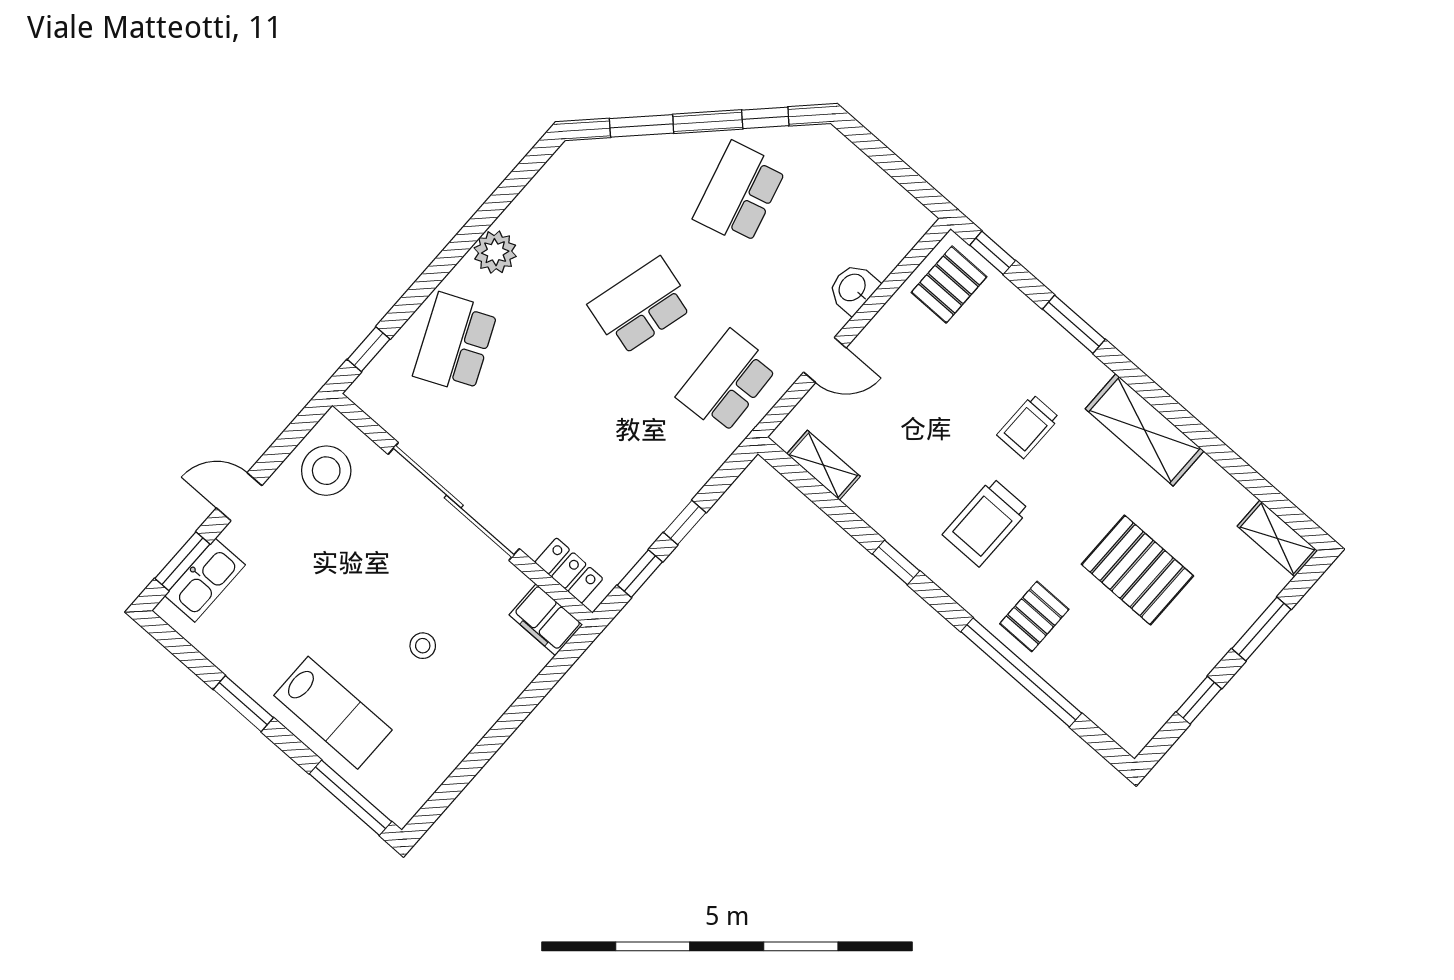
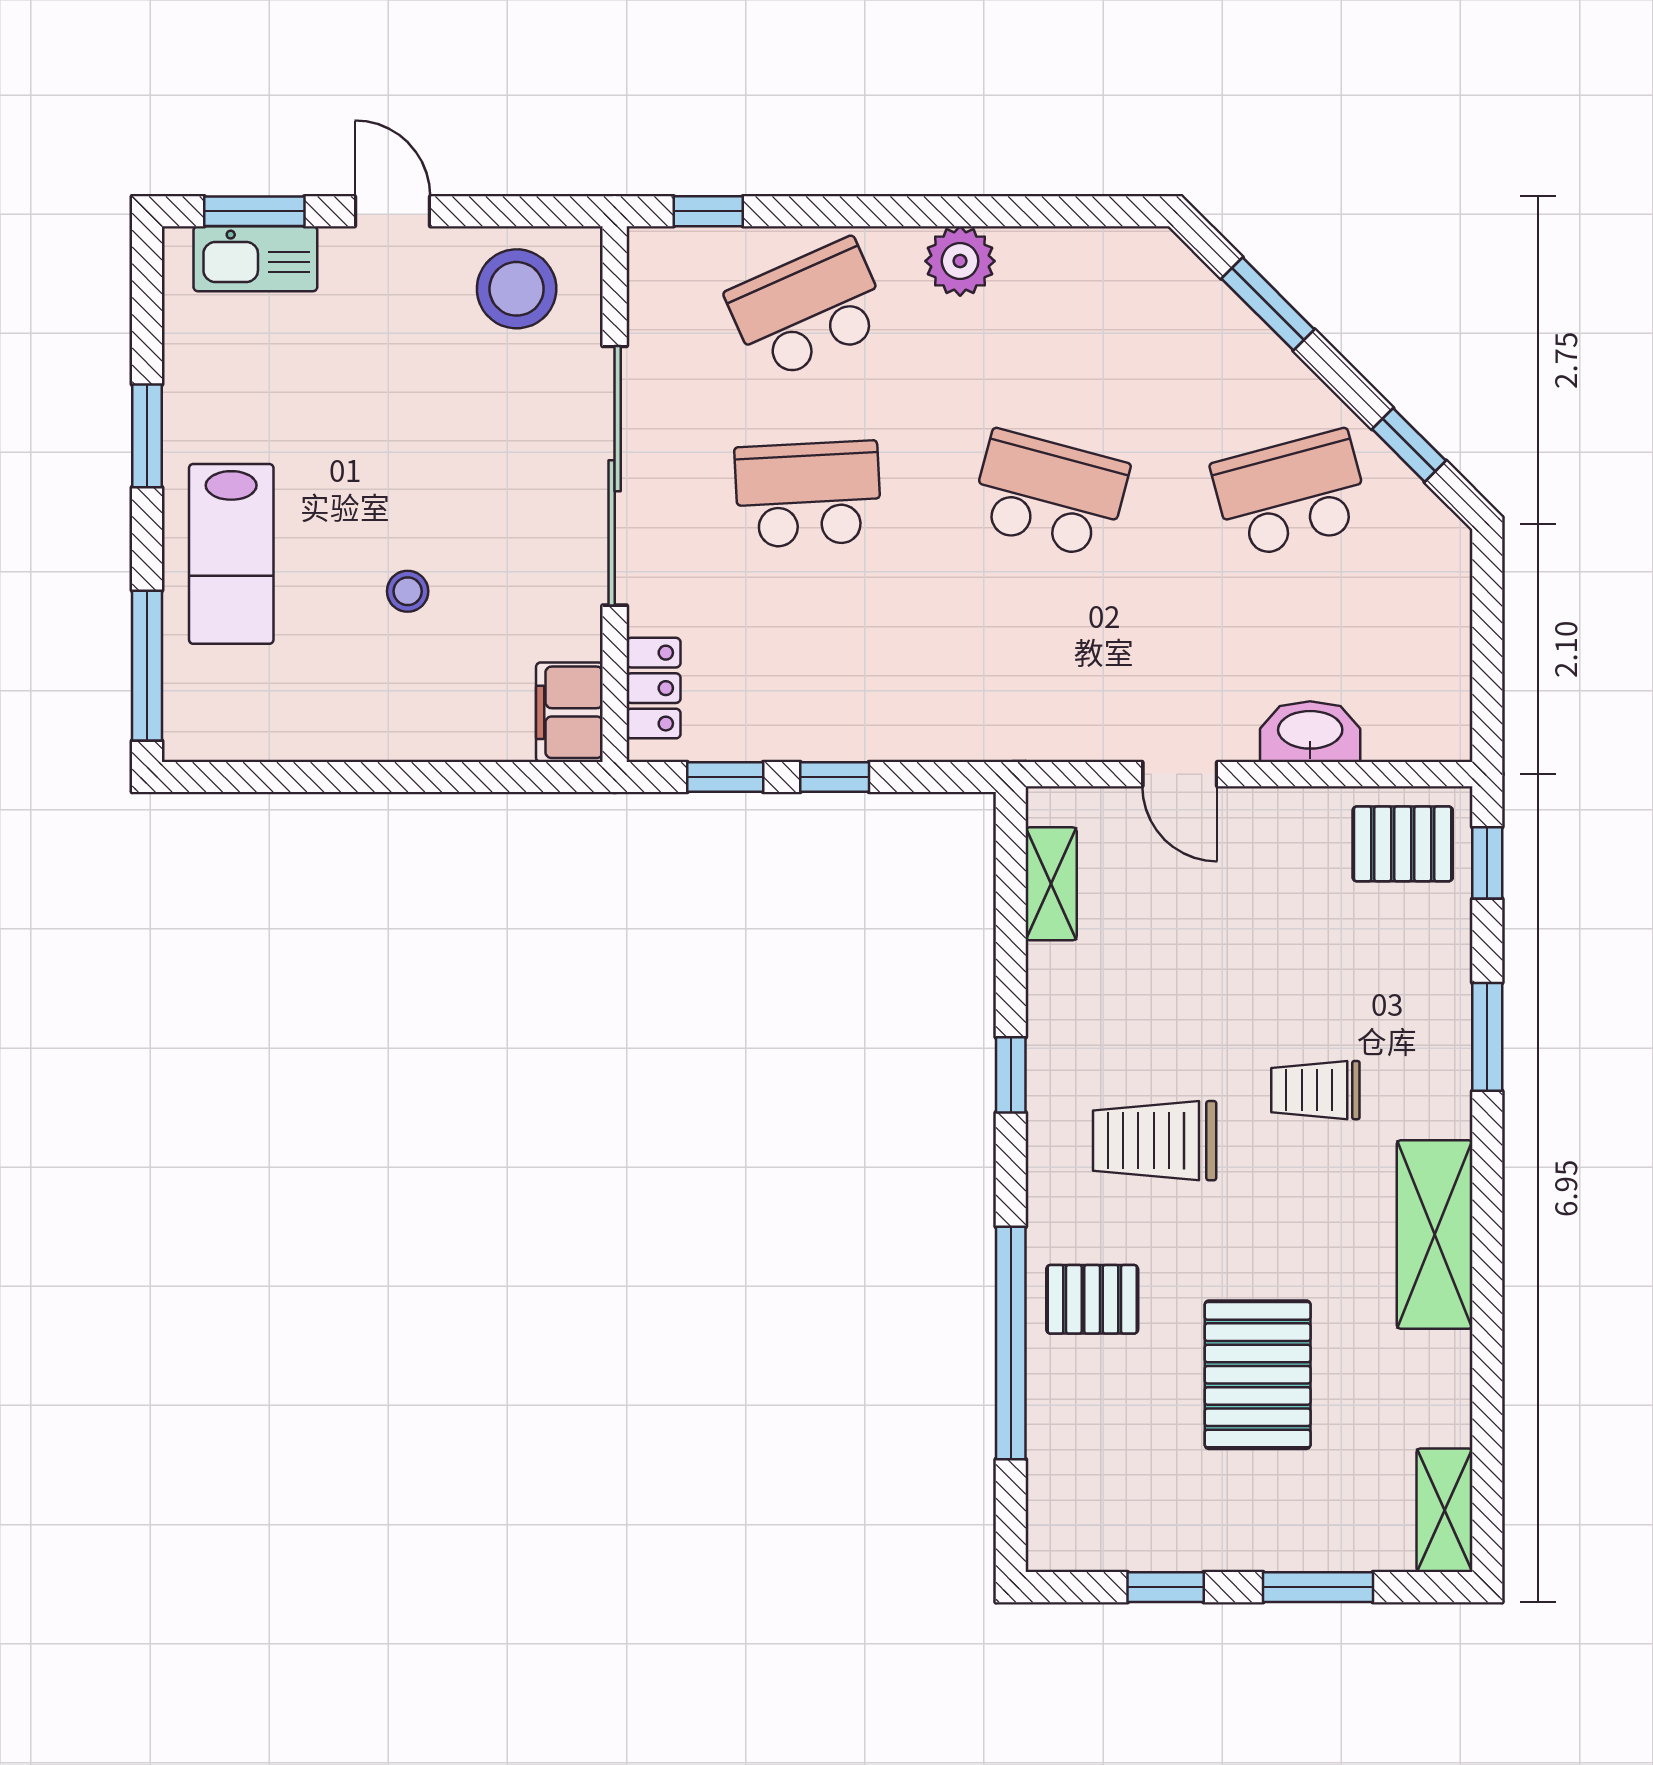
washbasin: (853, 288) -> (1310, 732), width x1.38
school desk: (727, 382) -> (808, 494), moved

